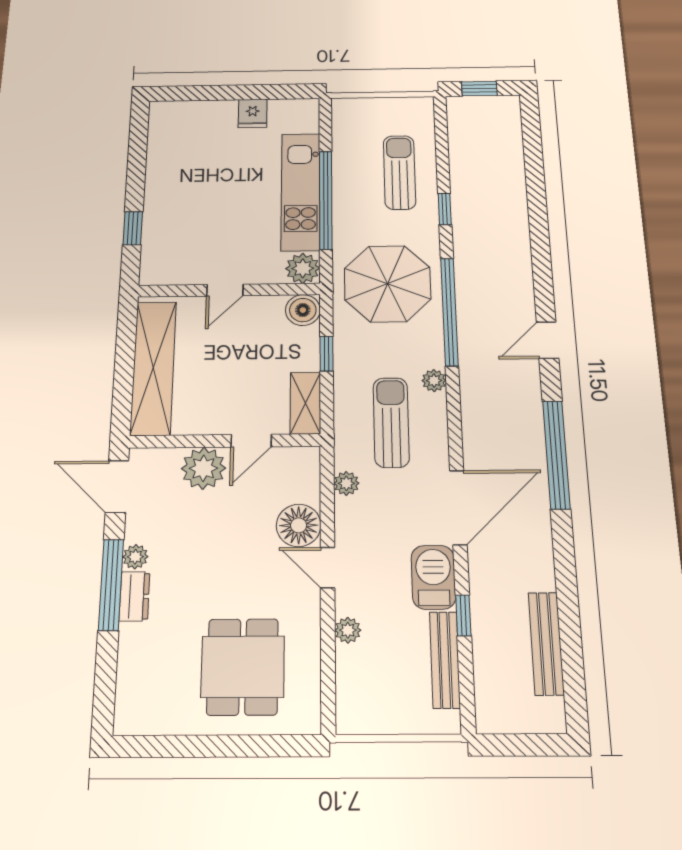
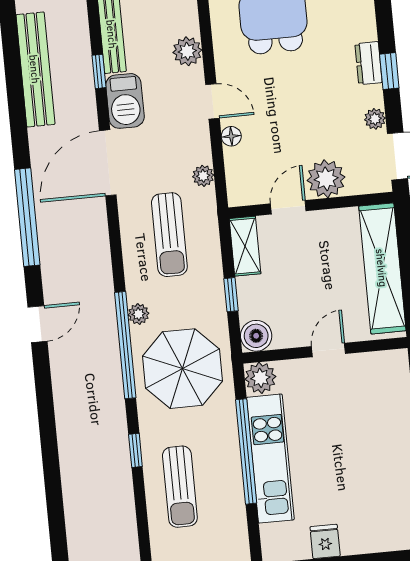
plant: (434, 381) -> (139, 314), moved
floor lamp: (299, 525) -> (231, 136), width x0.53, depth x0.53
plant: (135, 557) -> (375, 119), moved
window: (111, 585) -> (389, 71), width x0.46
plant: (348, 630) -> (187, 51), width x1.38, depth x1.38
bench: (546, 643) -> (35, 69), width x1.37, depth x1.21

